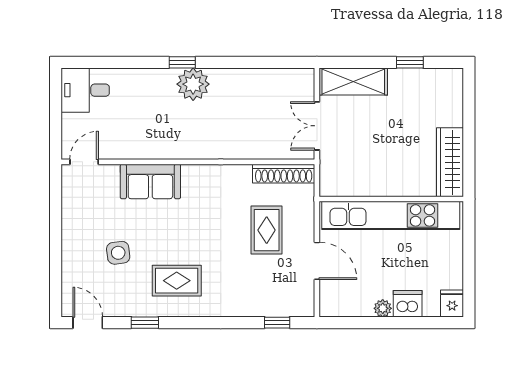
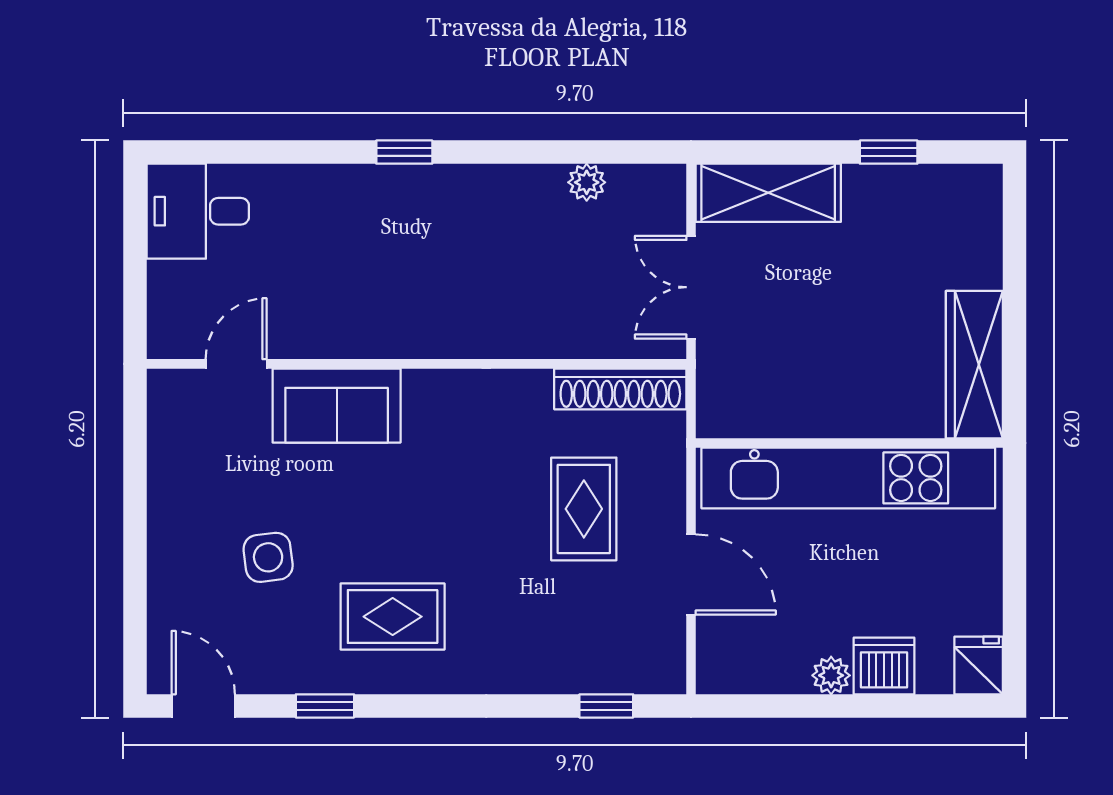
plant: (193, 84) -> (587, 182), moved, width x0.53, depth x0.53
door: (84, 162) -> (236, 364), moved

